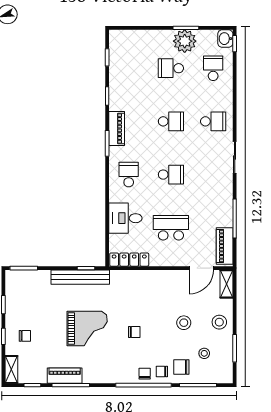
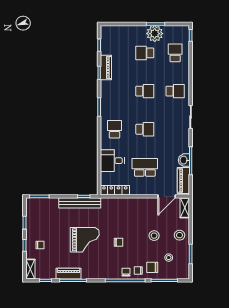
washbasin: (225, 39) -> (184, 160), moved
piano: (117, 128) -> (106, 67), moved

